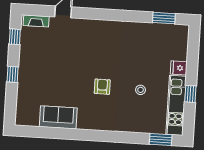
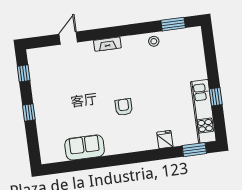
fireplace: (36, 21) -> (107, 44), moved
fridge: (179, 68) -> (165, 139), moved, turned 90
stool: (141, 90) -> (154, 41), moved

